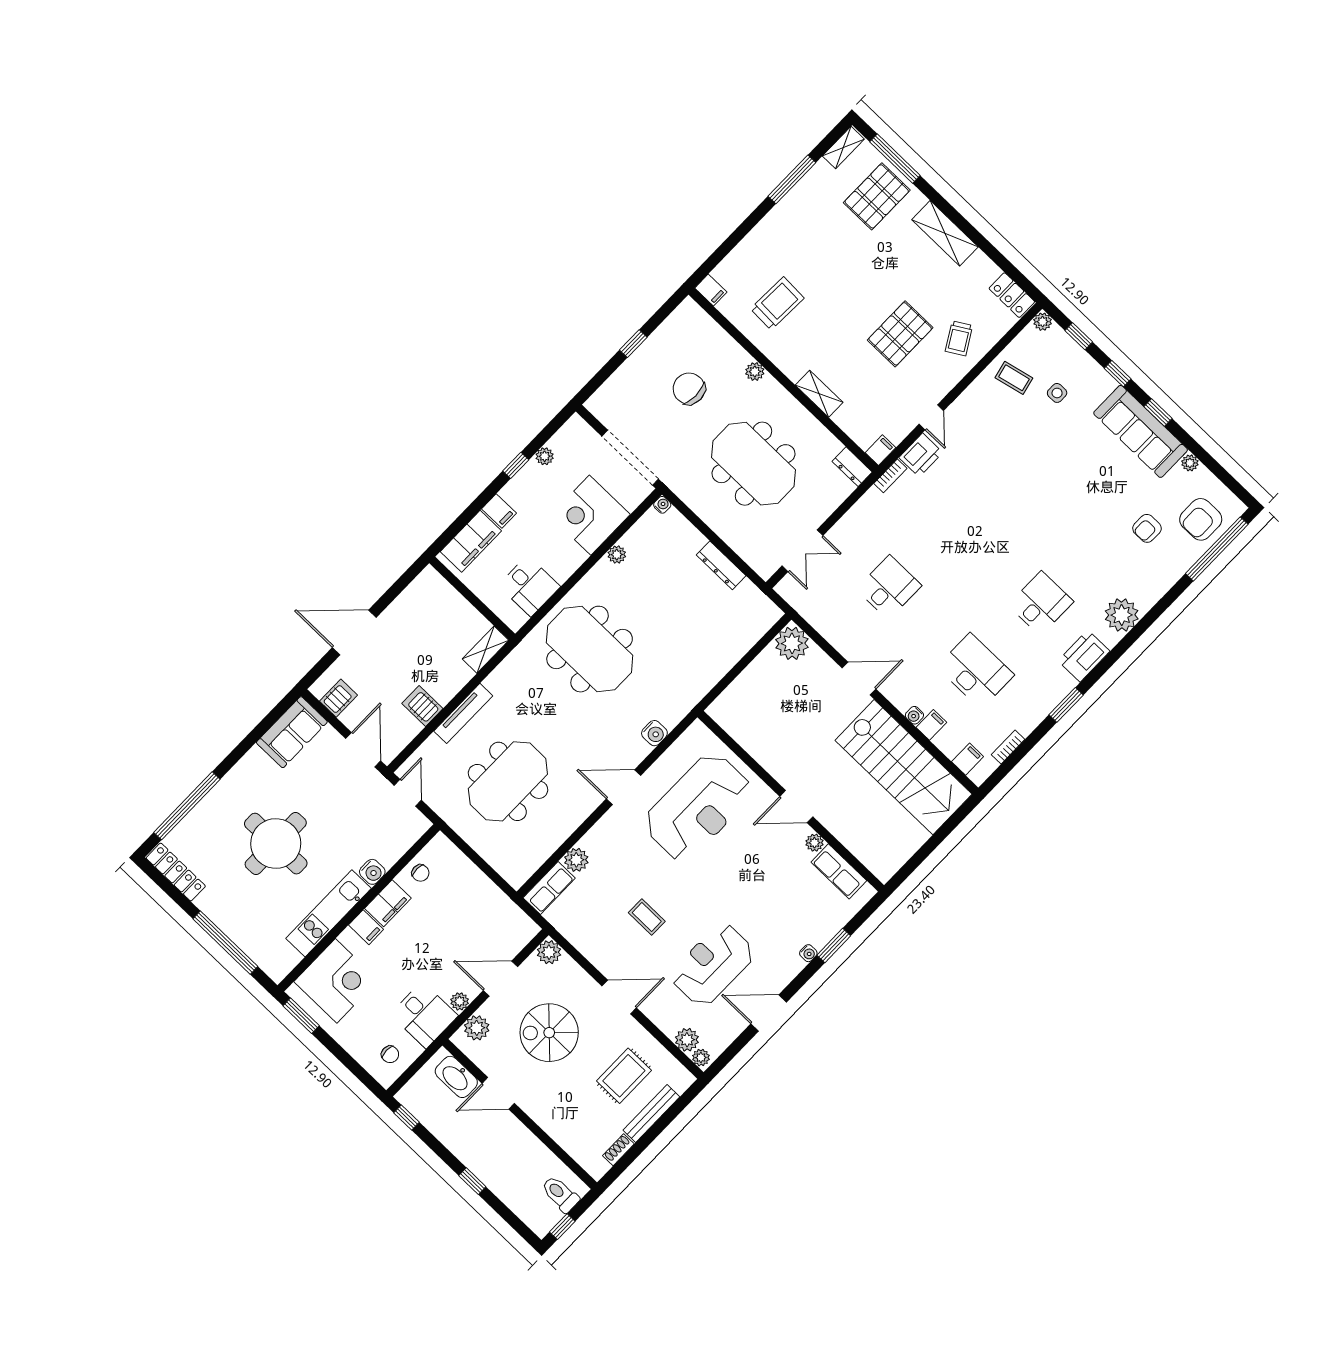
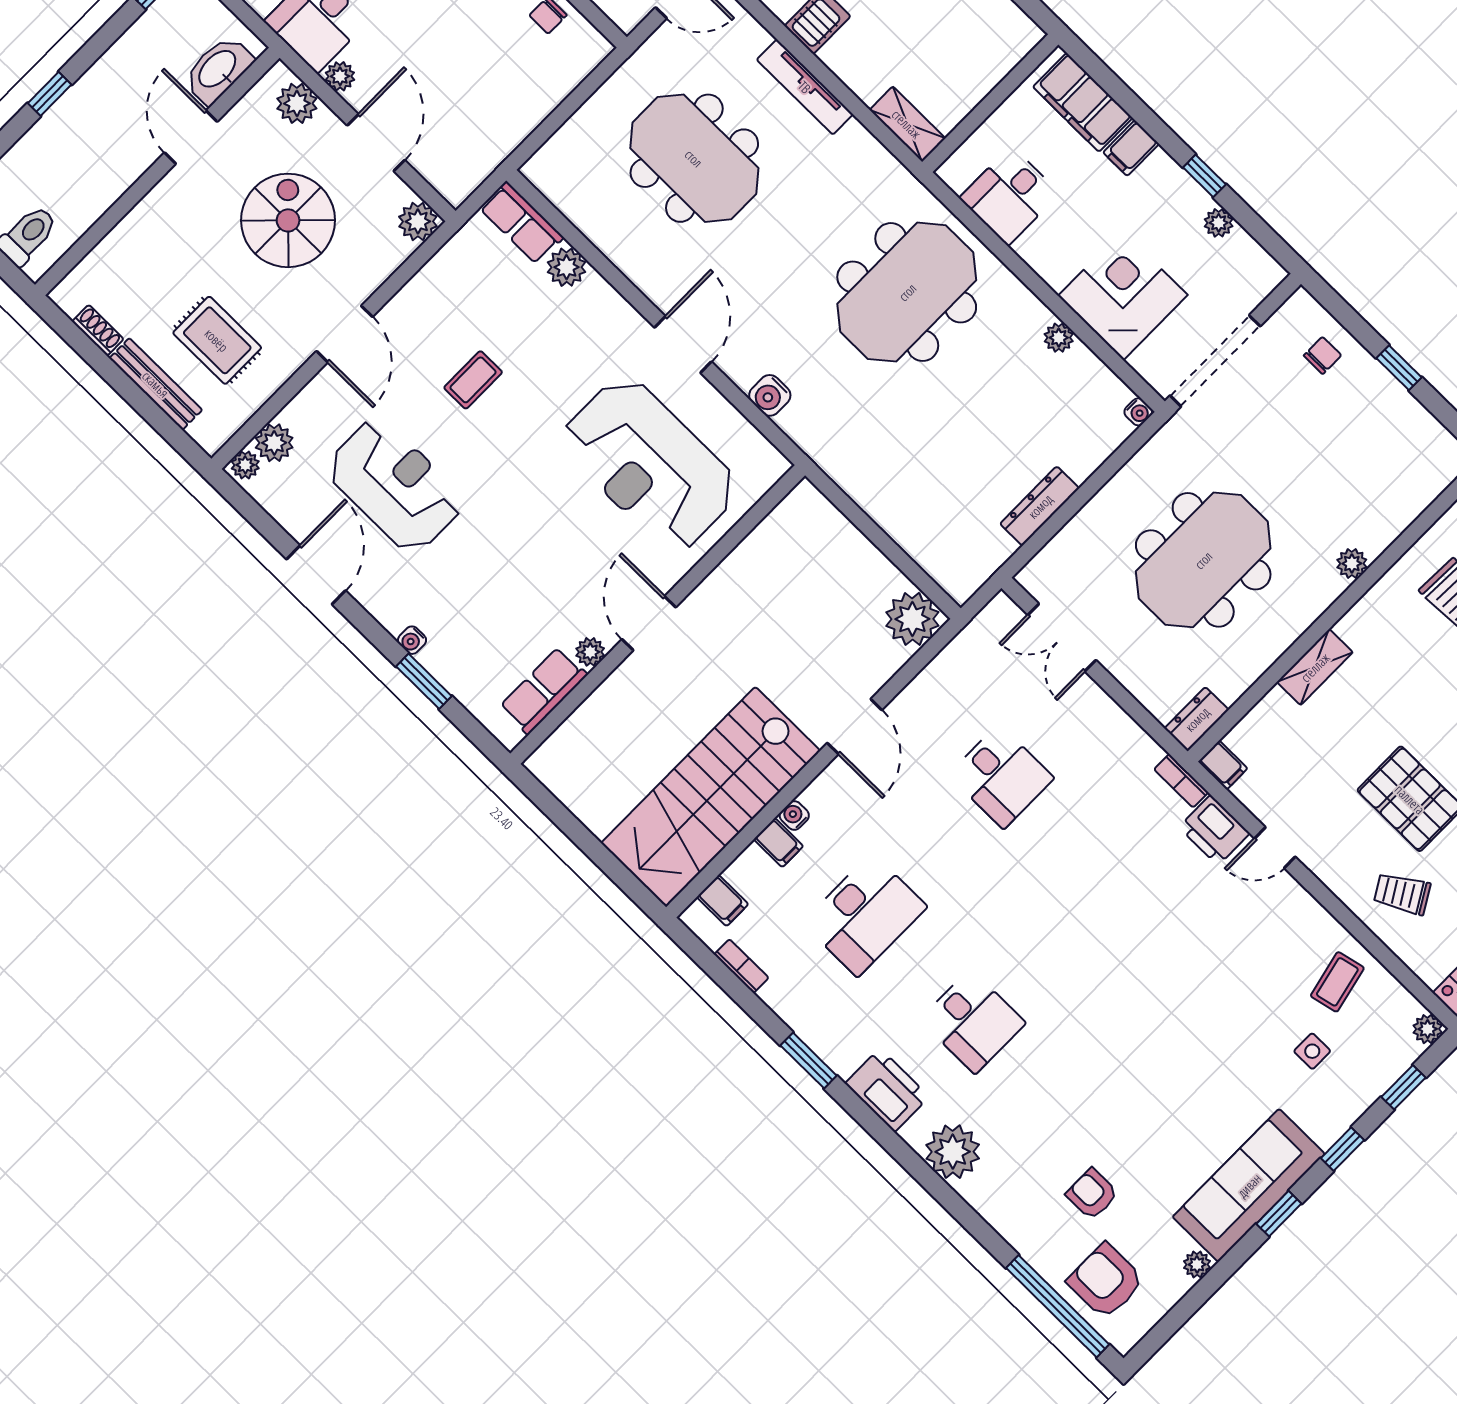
chair: (689, 389) -> (1323, 355), moved, width x0.54, depth x0.54

